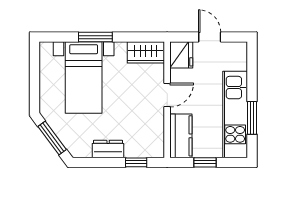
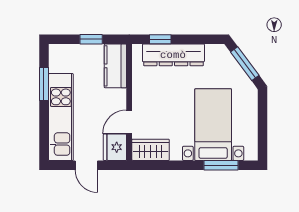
window: (95, 37) -> (221, 165), moved
door: (167, 95) -> (129, 122), moved
kitchen unit: (235, 114) -> (61, 117), moved
dresser: (108, 149) -> (173, 55), width x1.96, depth x1.24

